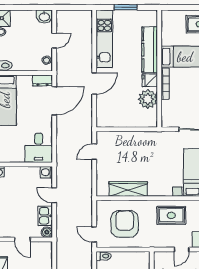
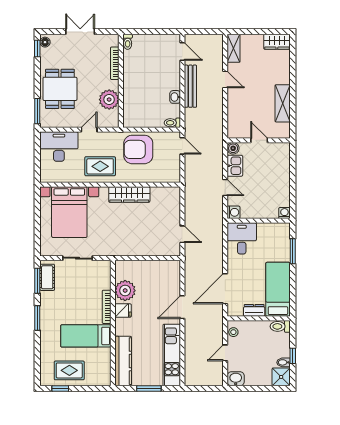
kitchen counter: (150, 50) -> (123, 361), moved
dresser: (42, 80) -> (254, 310), moved
door: (94, 152) -> (182, 234), hinge flipped
wardrobe: (128, 189) -> (129, 195), moved
armchair: (125, 224) -> (138, 149), moved, turned 90

